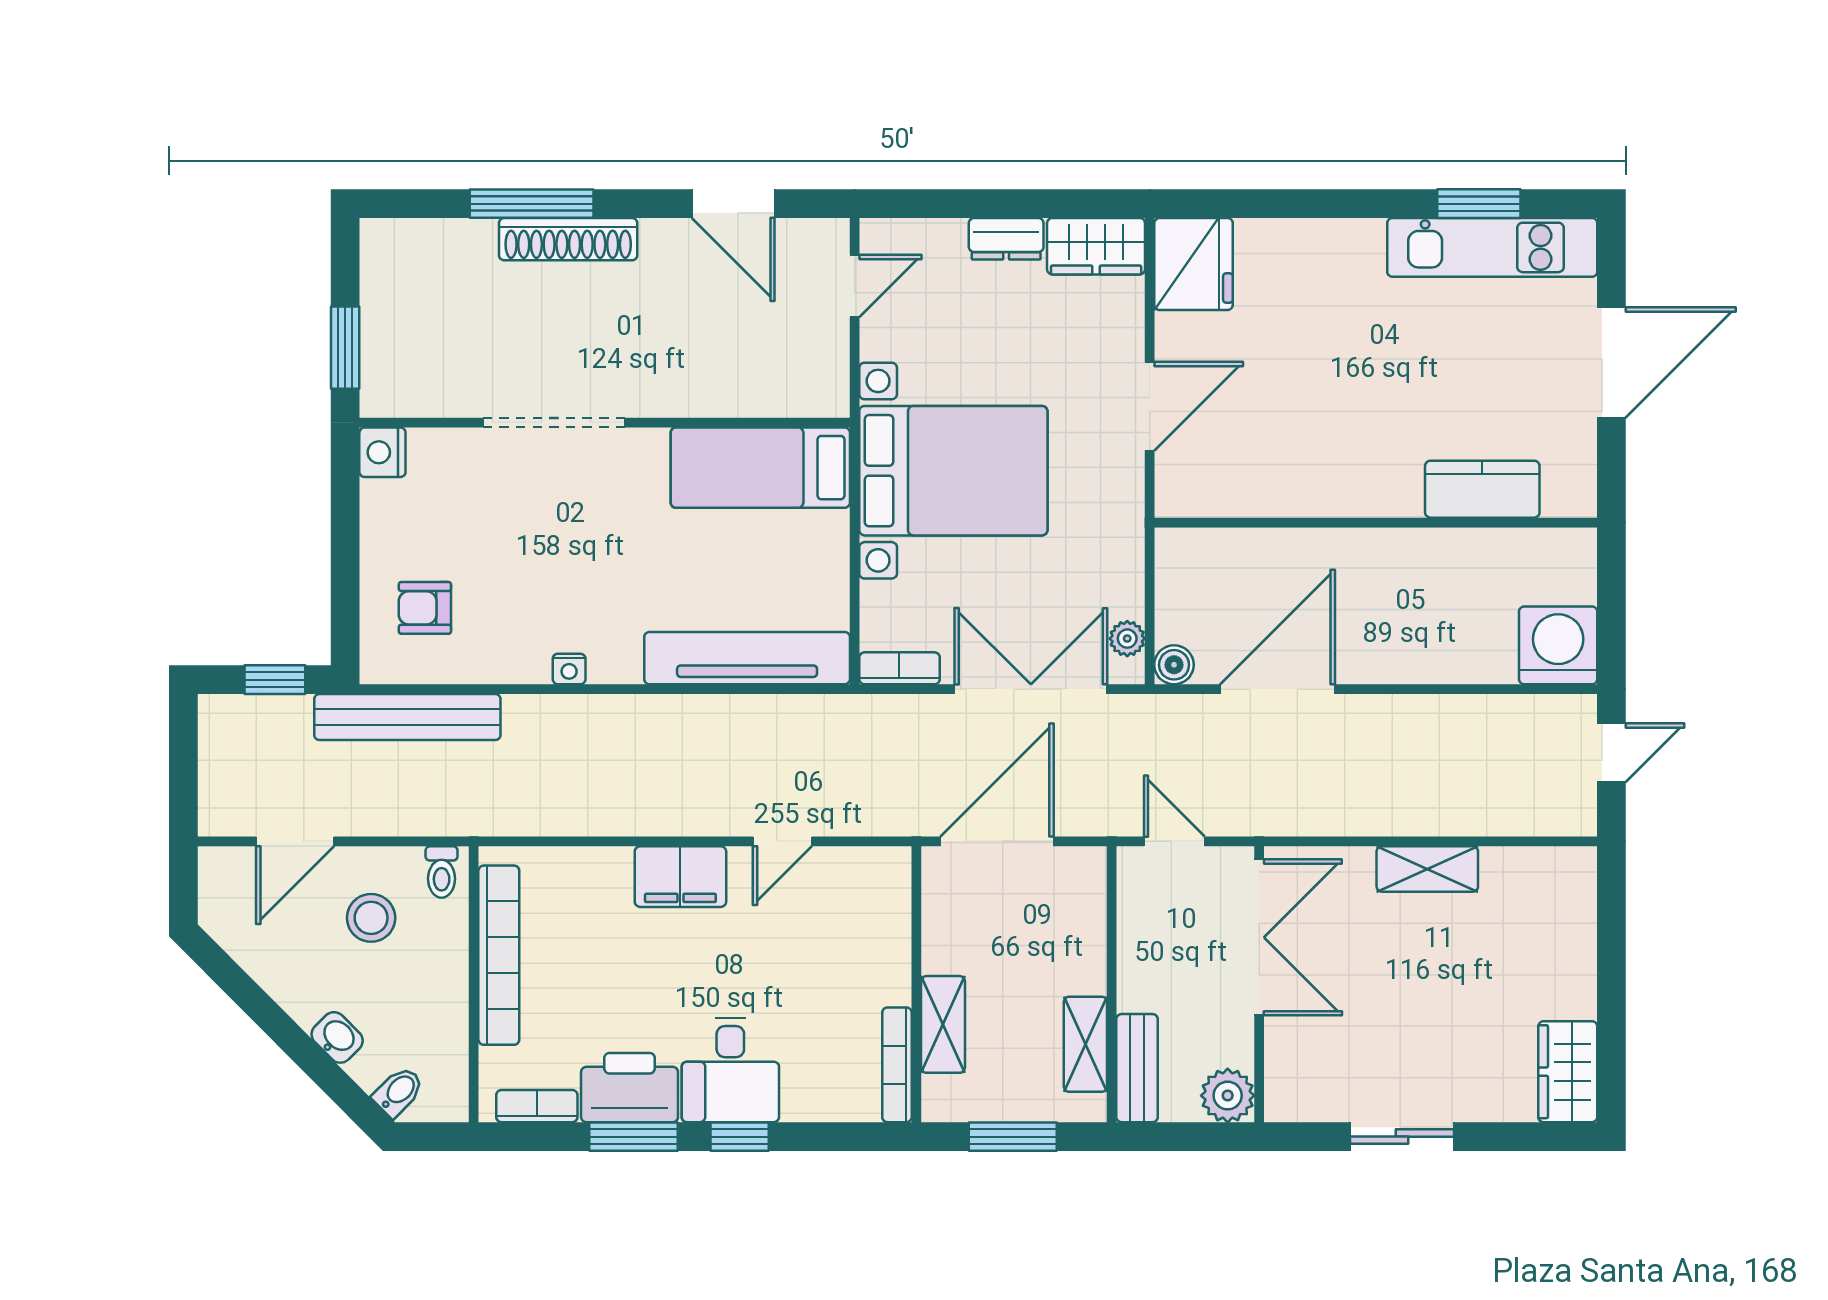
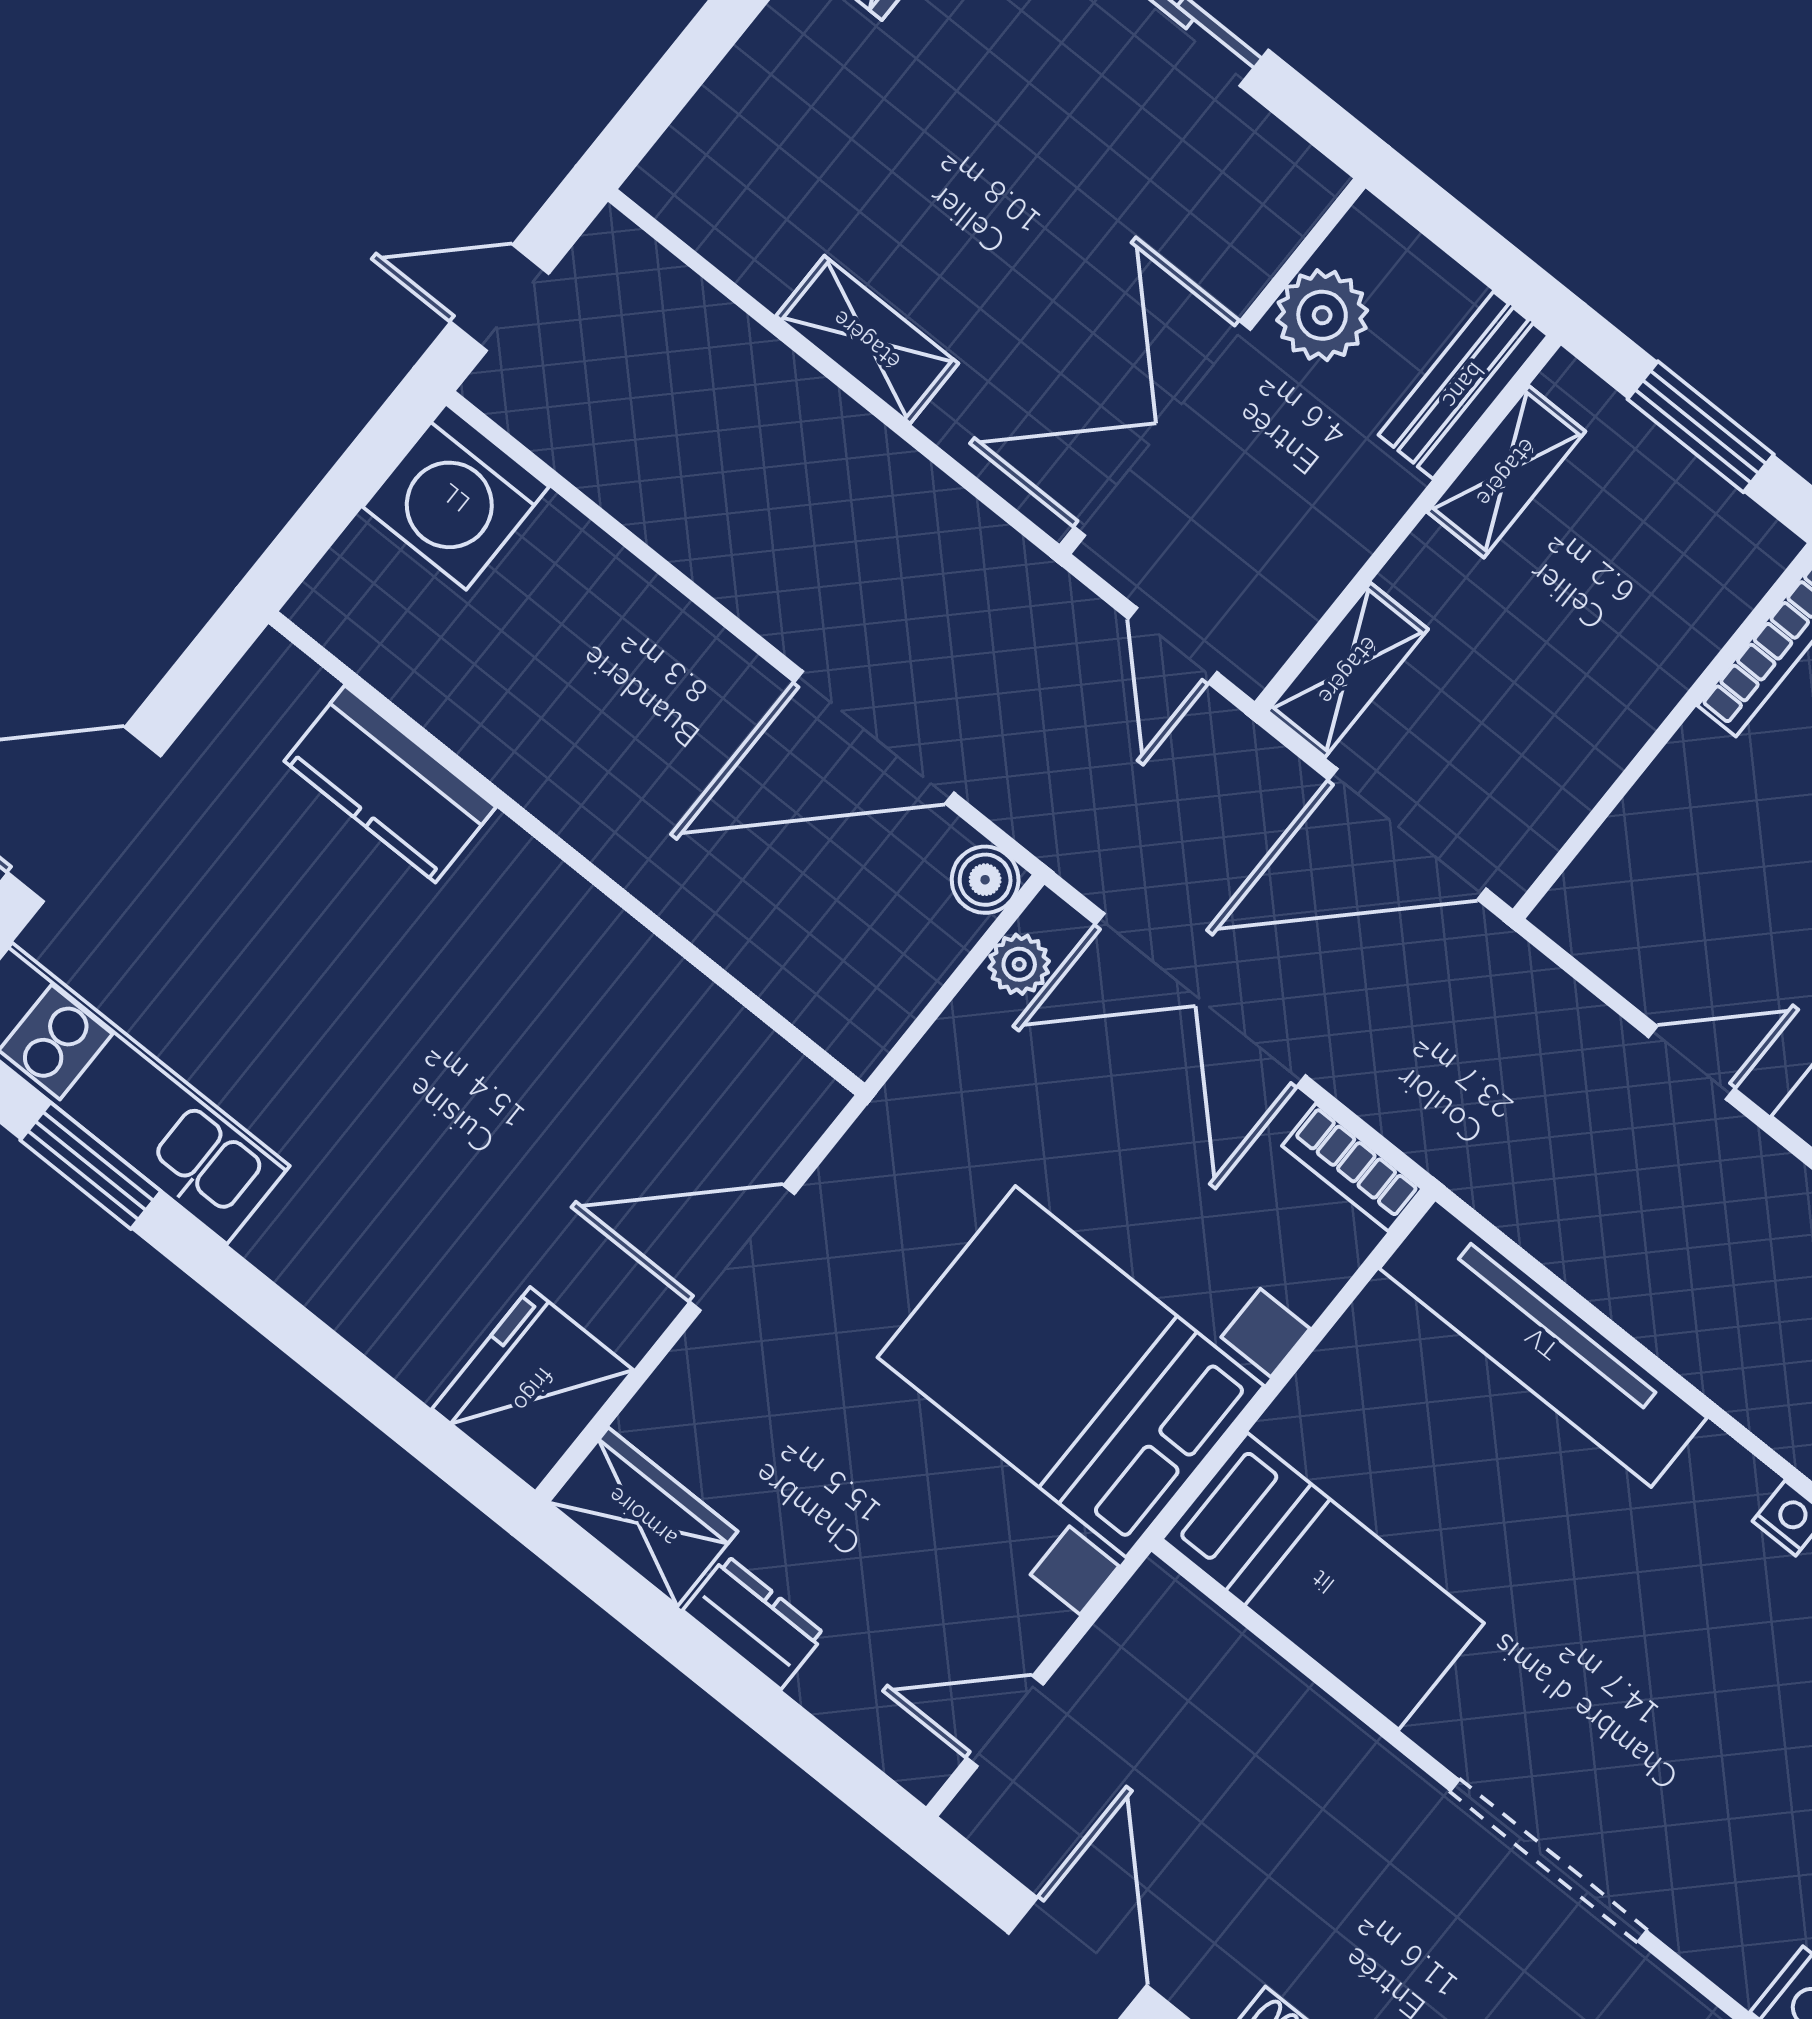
shelving: (943, 1024) -> (1348, 670), moved
plant: (1228, 1096) -> (1322, 315), moved

